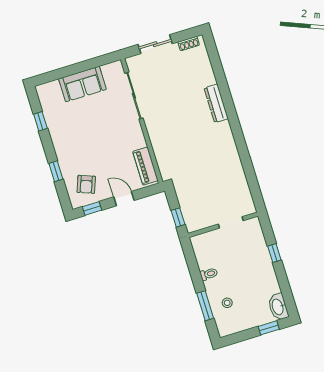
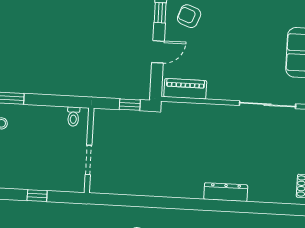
window: (178, 217) -> (130, 105), moved
toilet: (209, 274) -> (73, 117), moved

